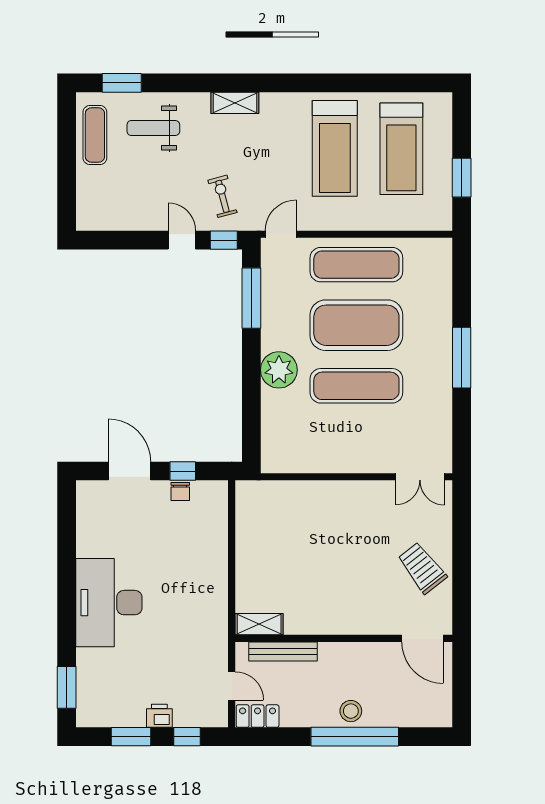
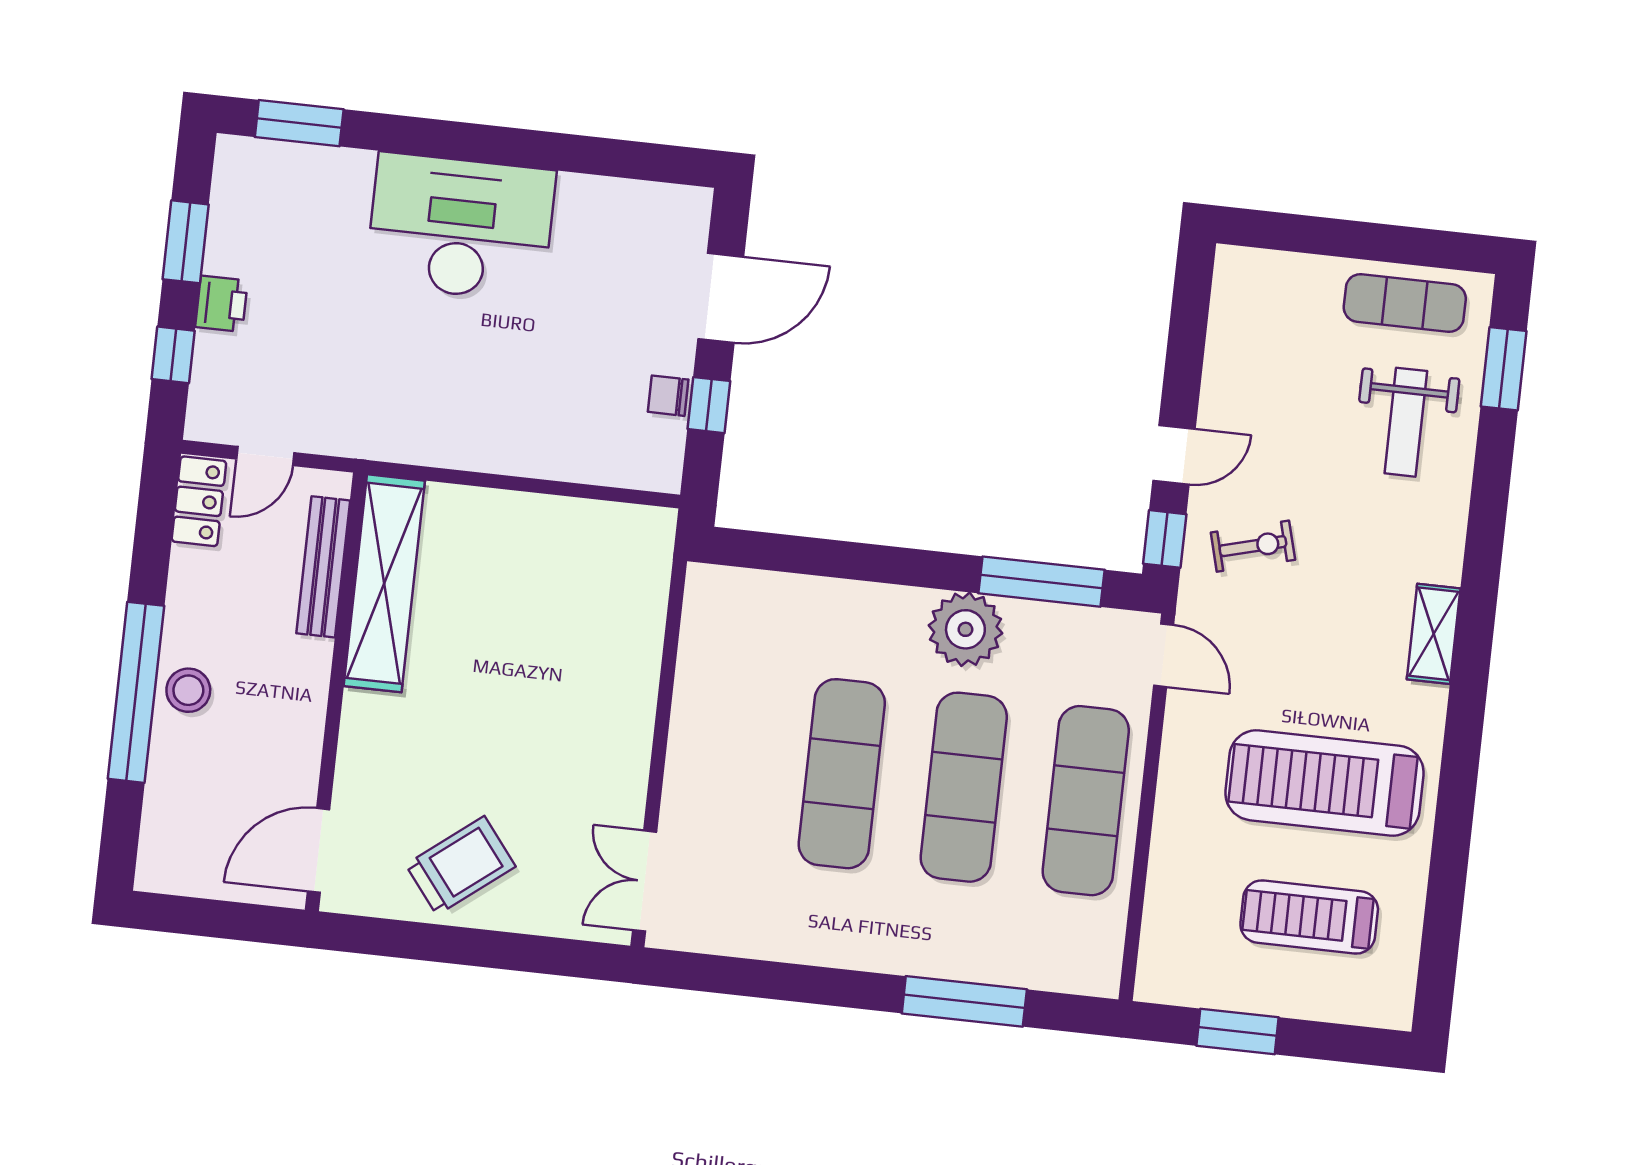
shelving: (235, 103) -> (1434, 634), moved
weight bench: (153, 128) -> (1406, 422), turned 180
treadmill: (401, 149) -> (1309, 917), width x0.73, depth x0.73
exercise mat: (356, 325) -> (964, 787), width x0.68
window: (462, 358) -> (964, 1001), moved
plant: (279, 370) -> (965, 629), moved
shelving: (259, 624) -> (384, 583), width x2.20, depth x1.33

